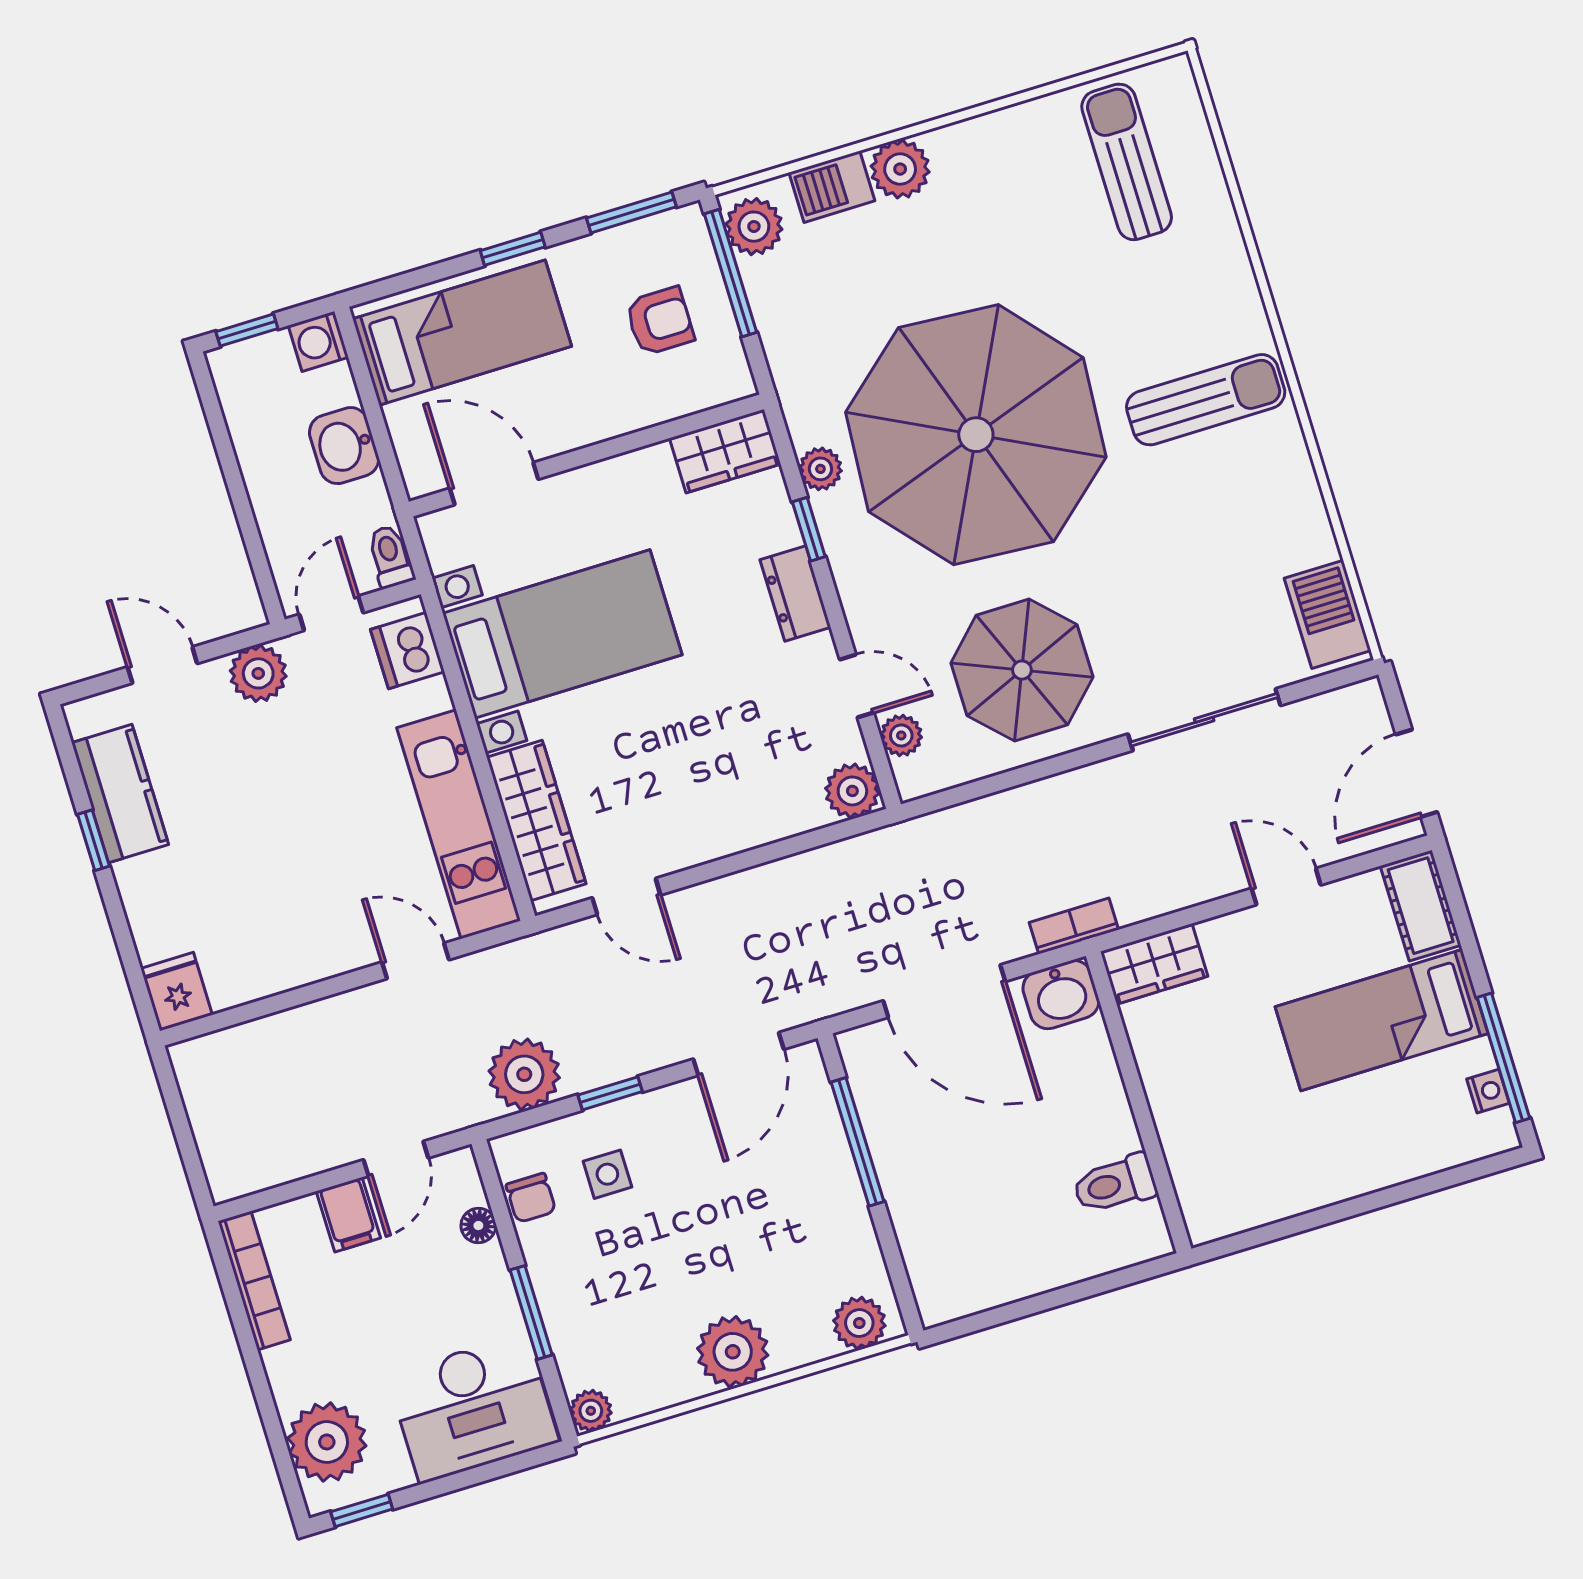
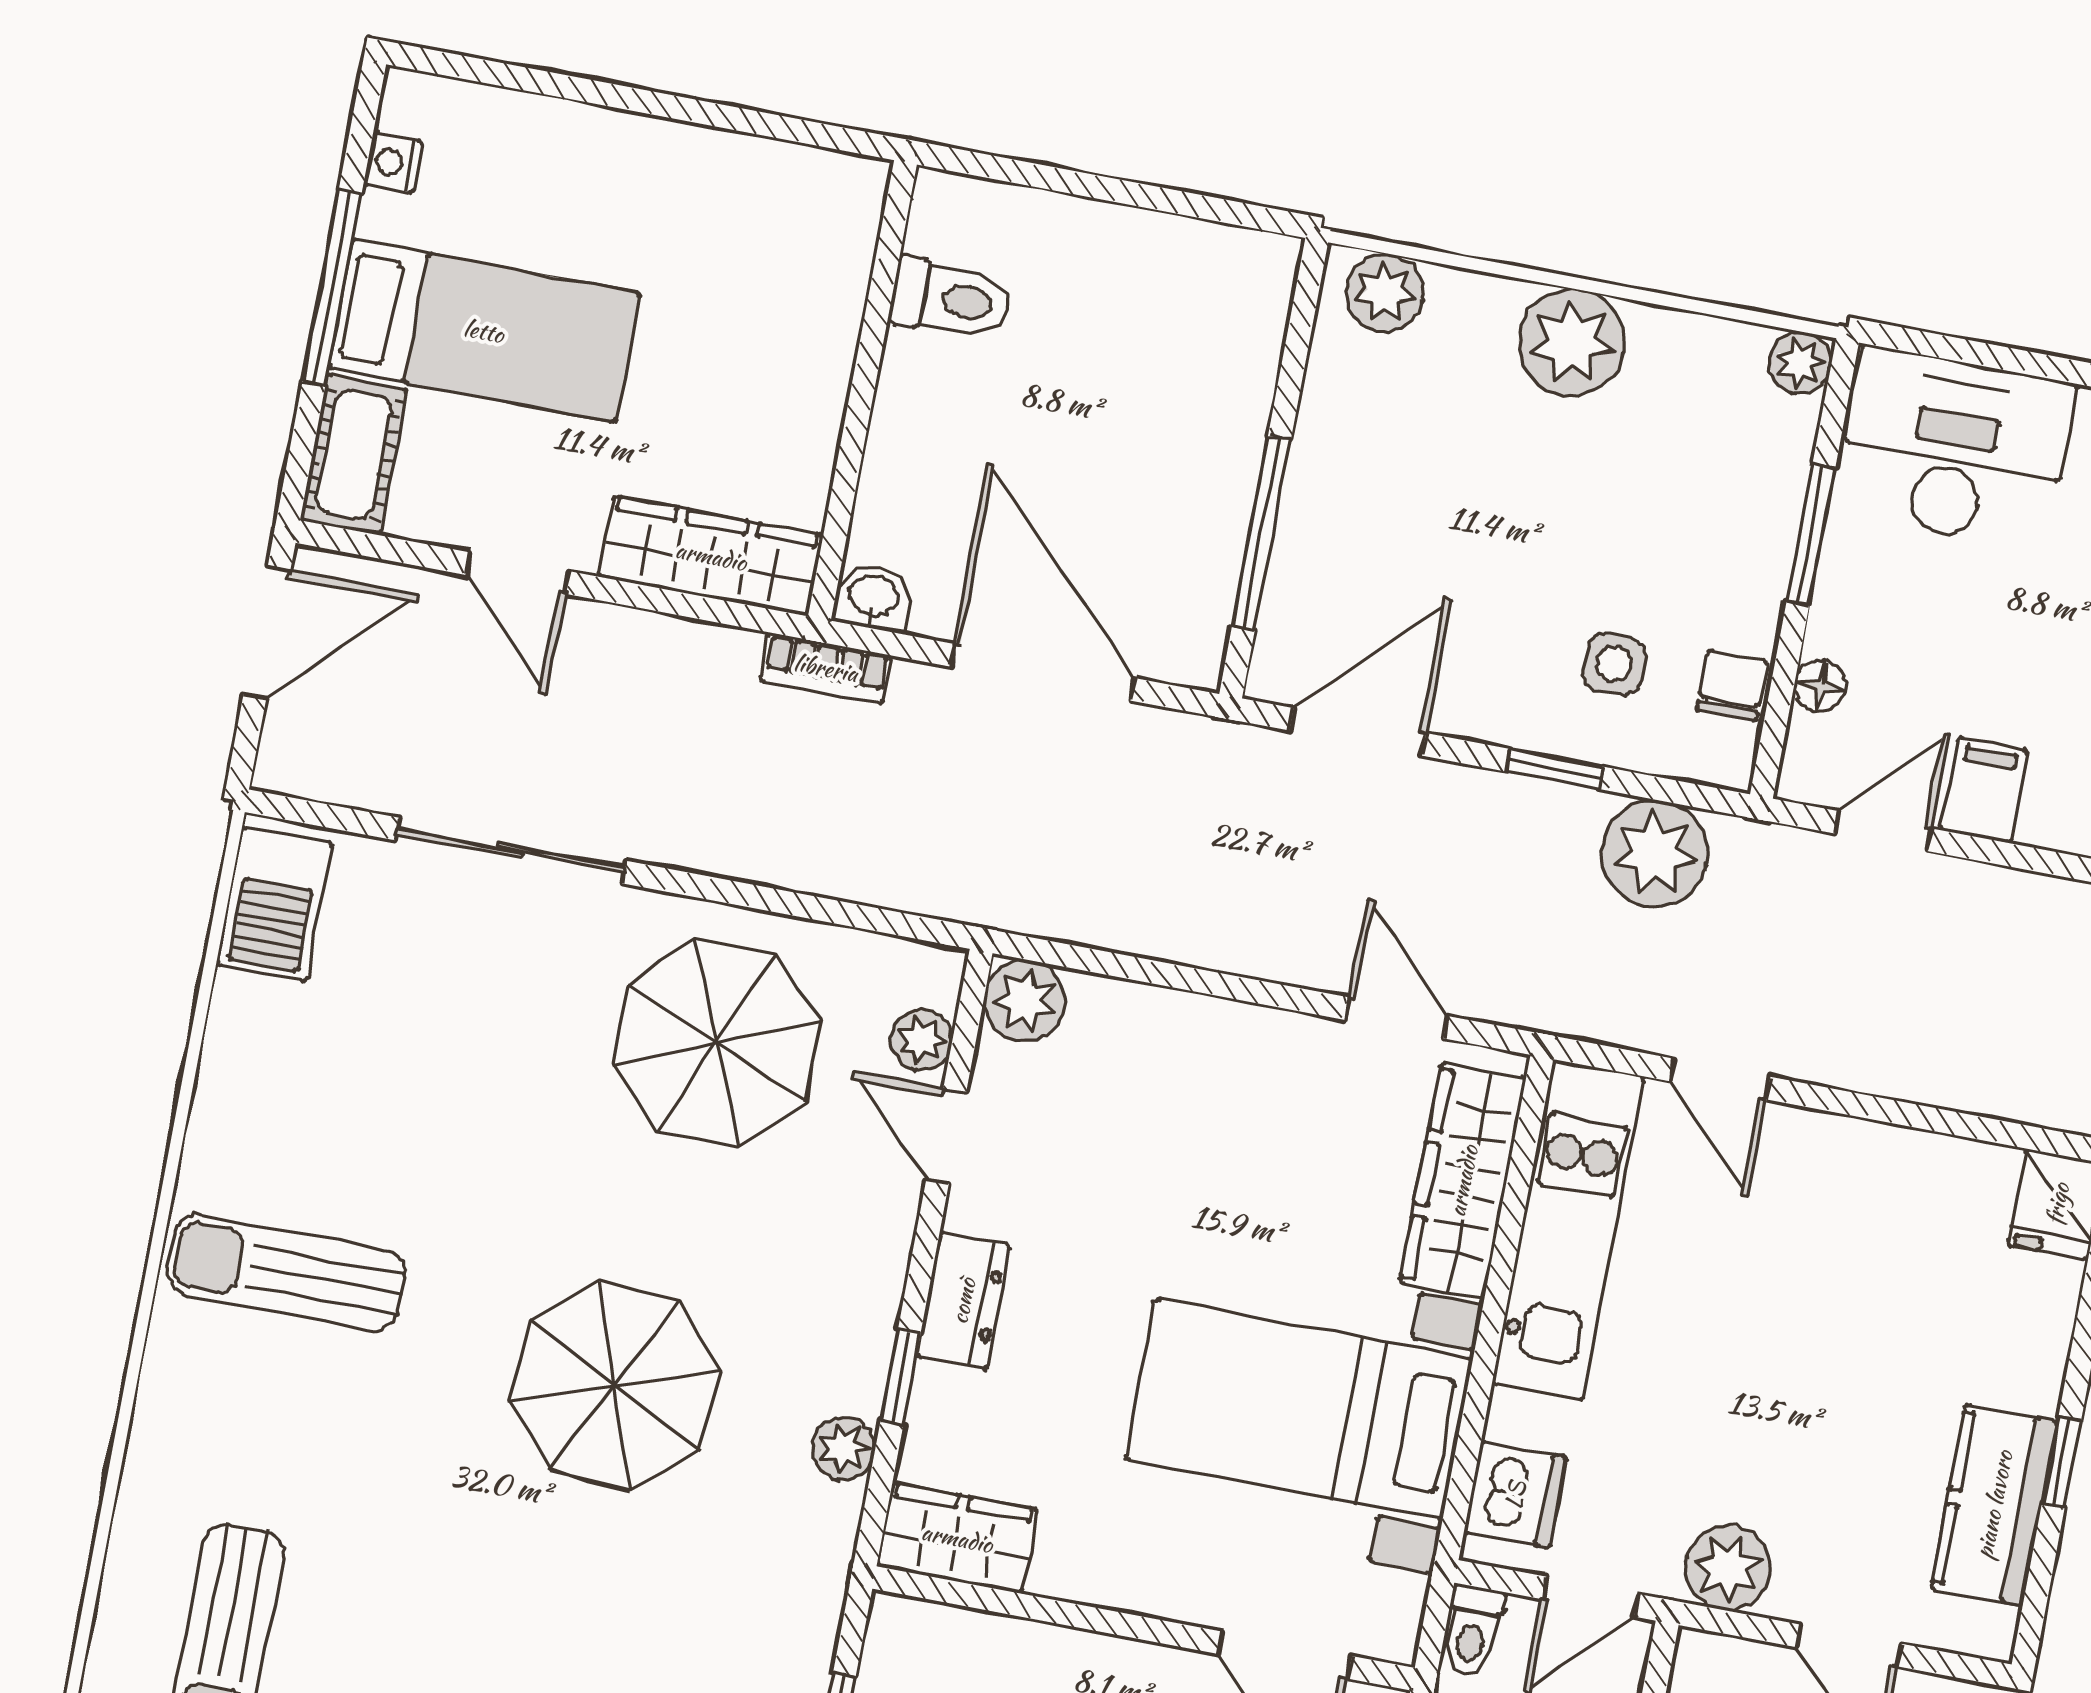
parasol: (976, 435) -> (614, 1386), width x0.54, depth x0.54
wardrobe: (1154, 964) -> (711, 556), width x1.50
washbasin: (1061, 995) -> (874, 598), width x0.72, depth x0.69
window: (1504, 1058) -> (332, 288), moved

